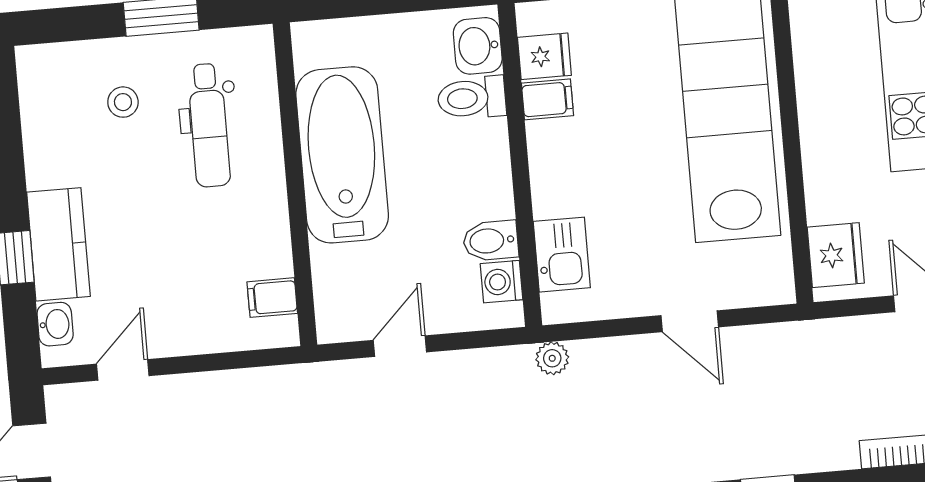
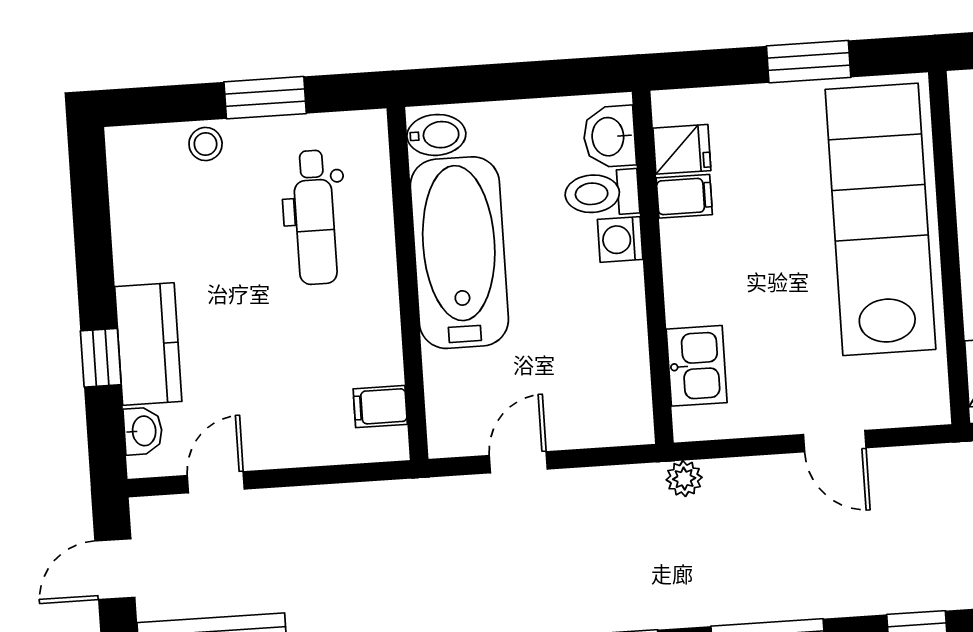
stool: (123, 102) -> (206, 144), moved
bidet: (491, 241) -> (436, 135), moved, turned 180
washing machine: (501, 282) -> (620, 239), moved

